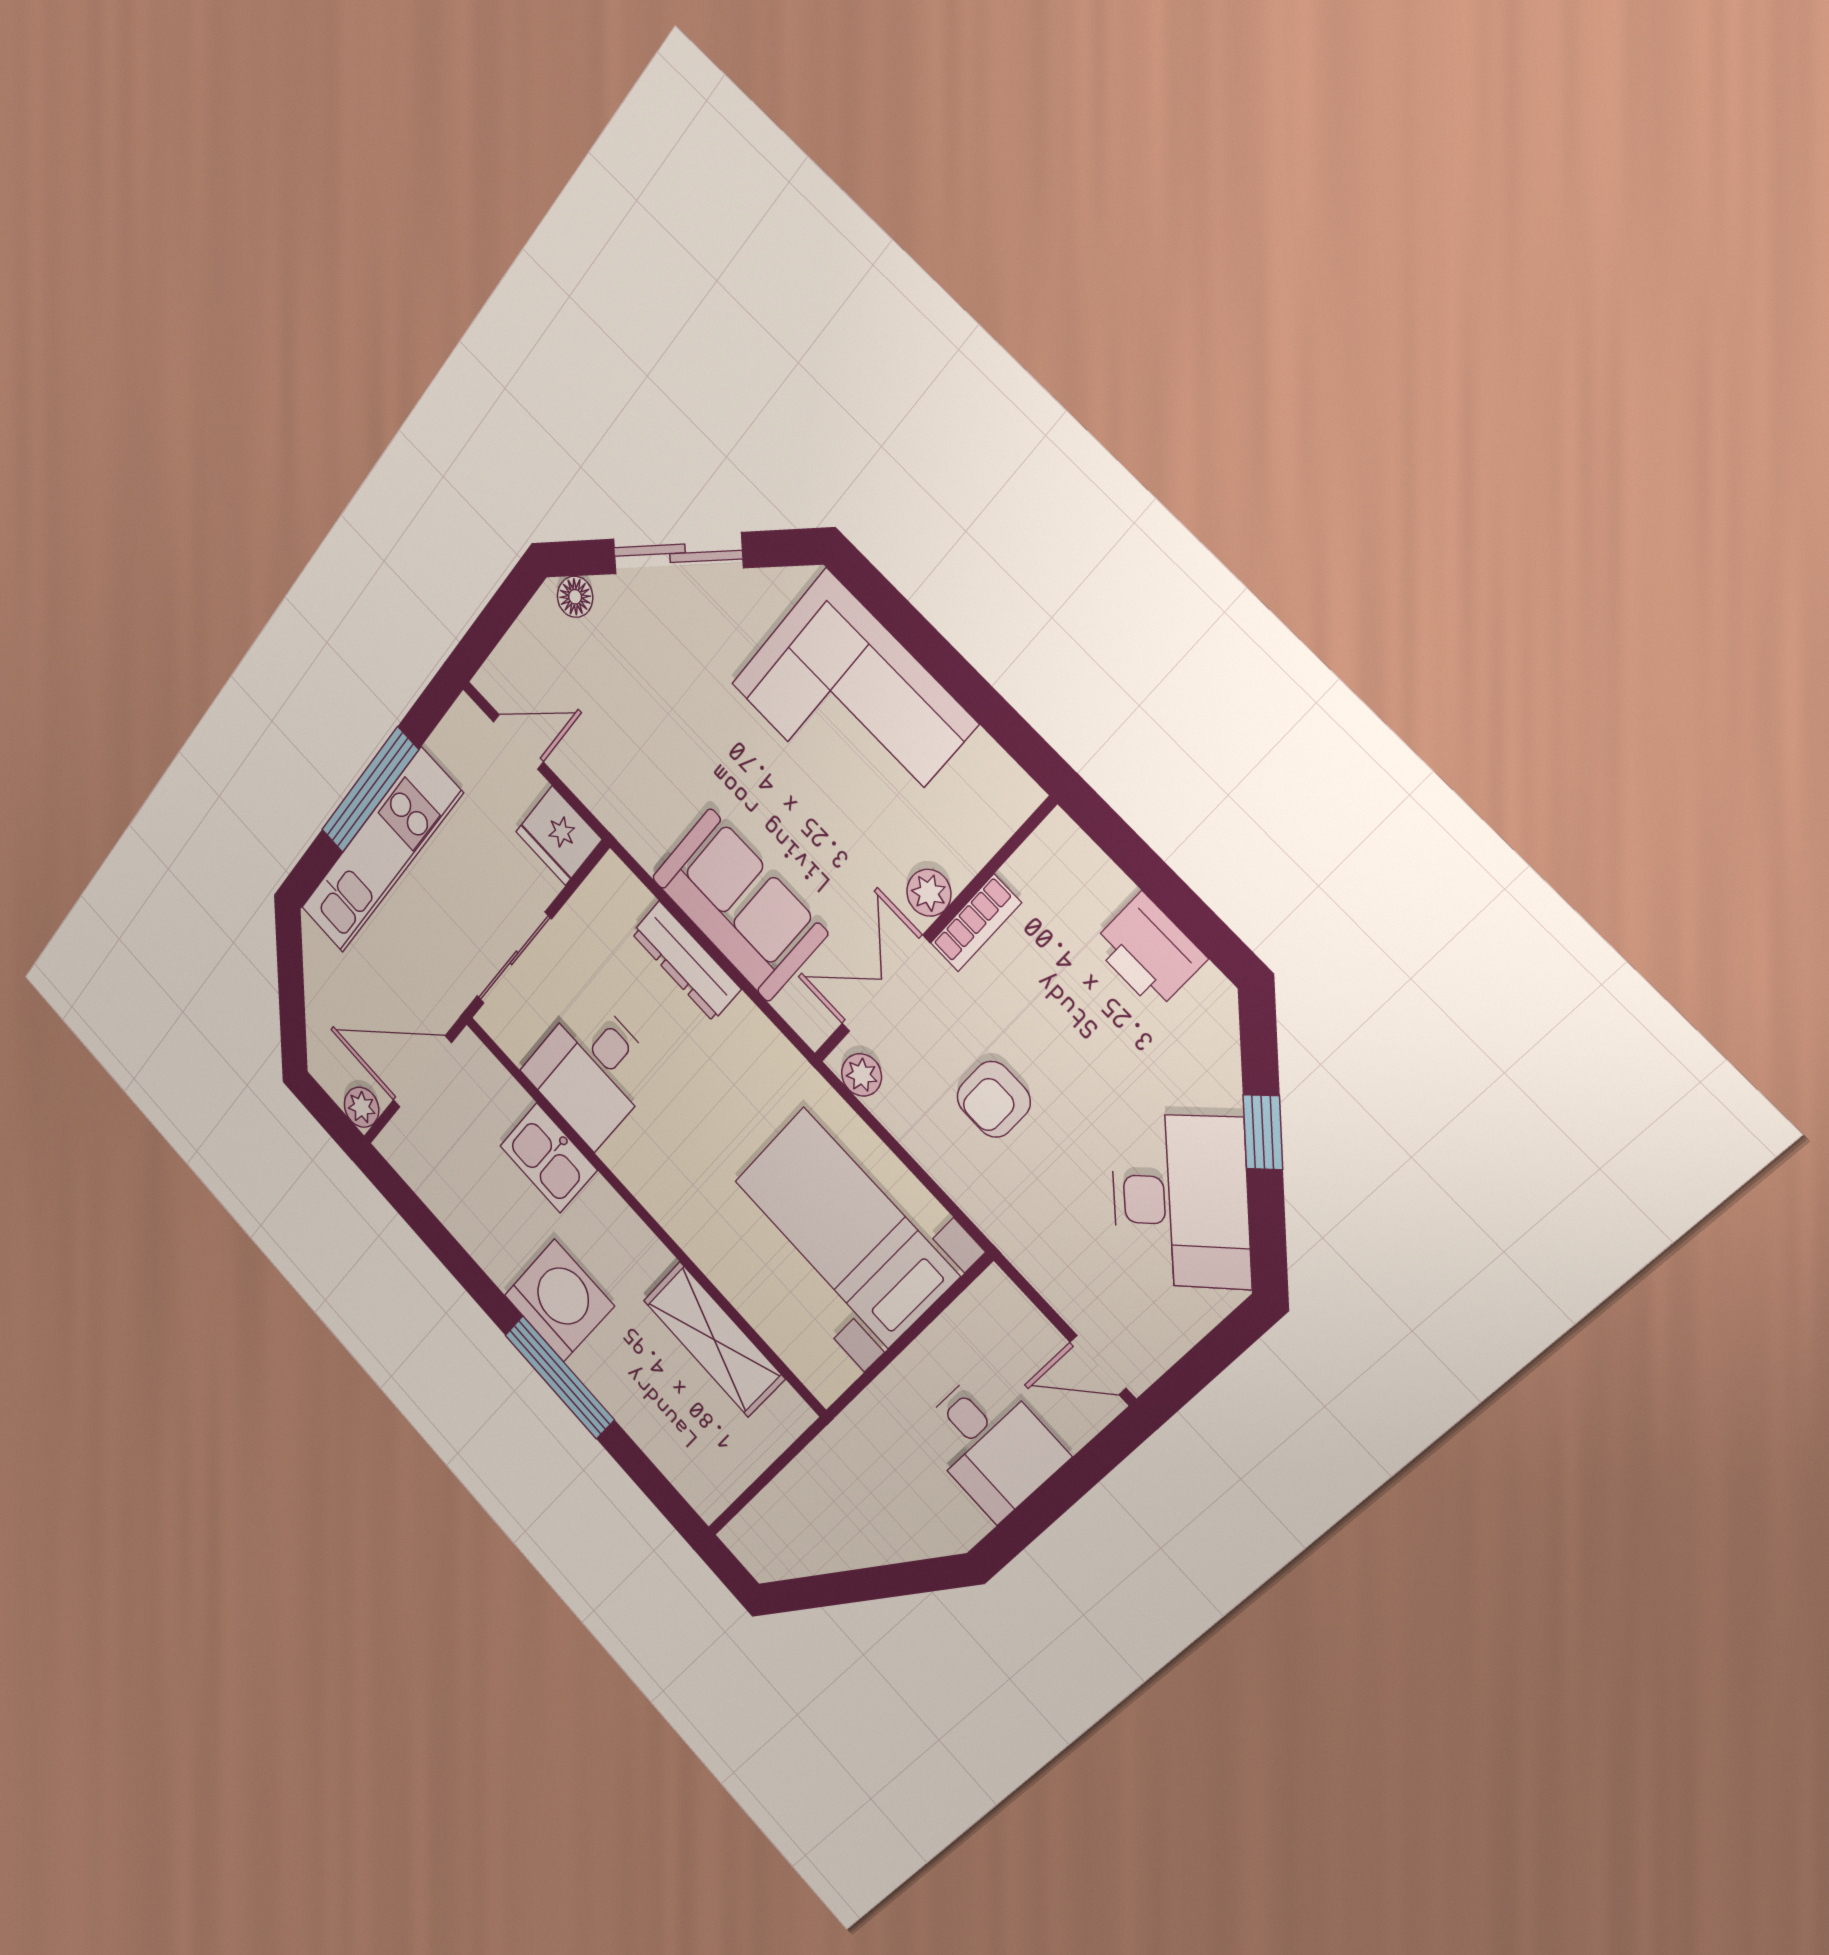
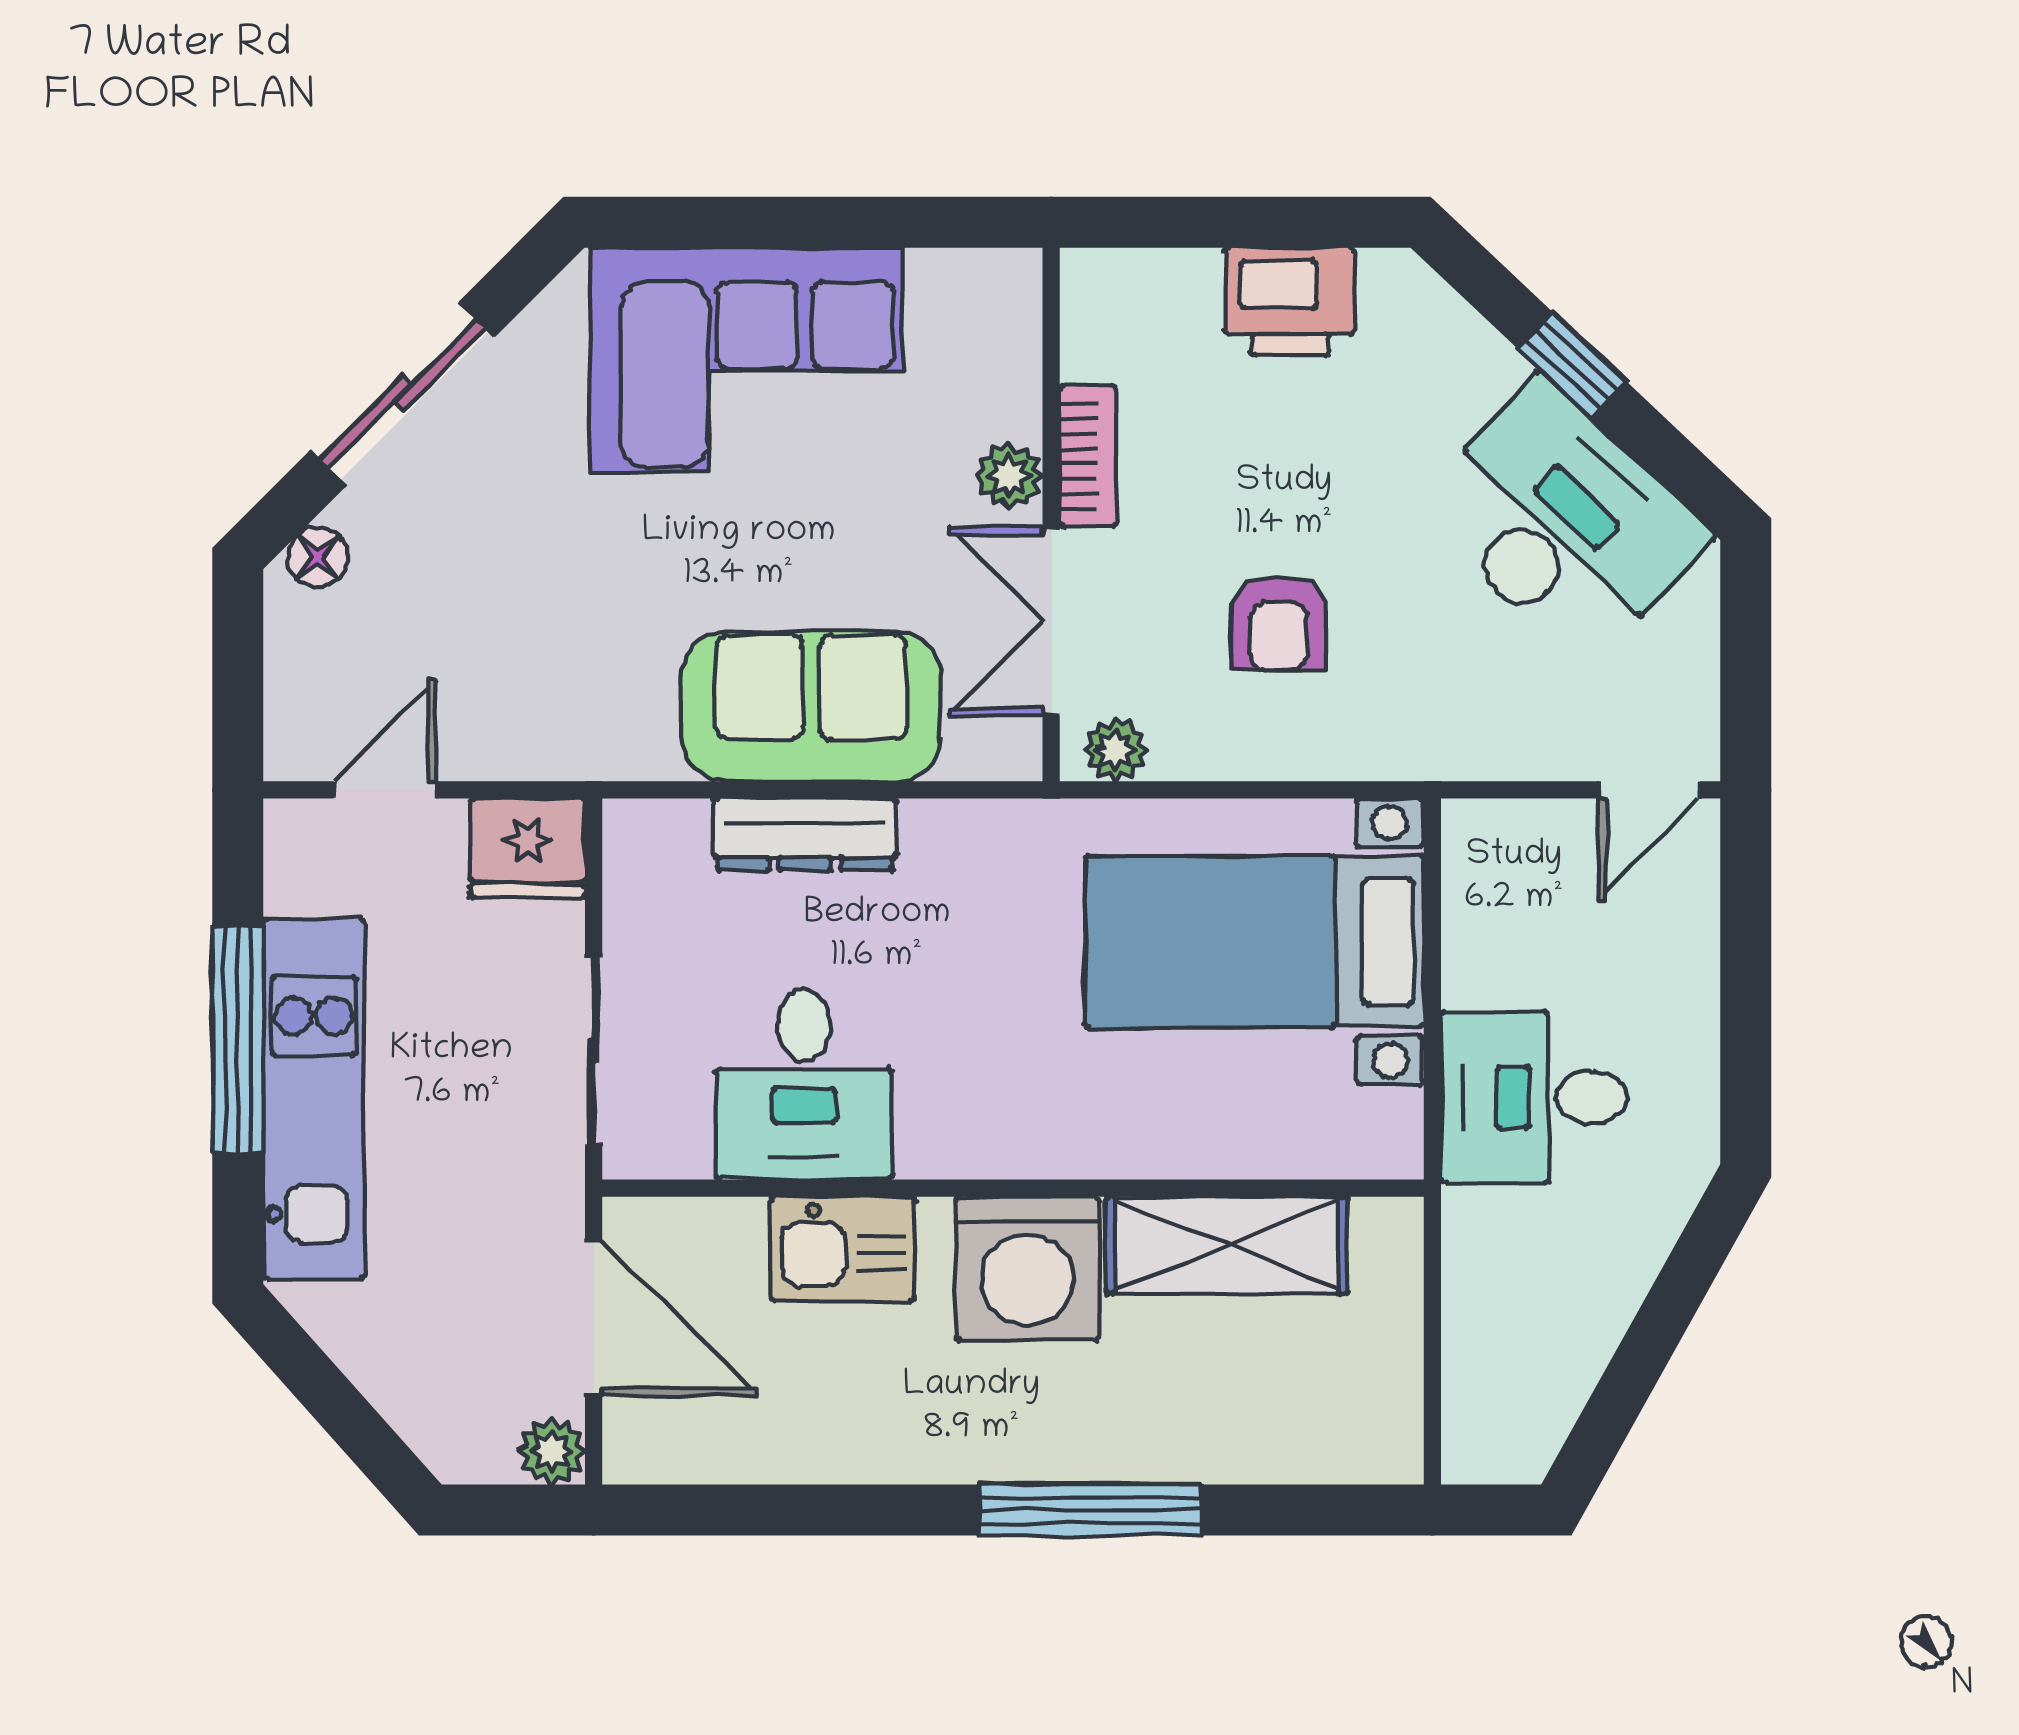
door: (422, 1072) -> (594, 1318), swing flipped
washing machine: (559, 1301) -> (1027, 1268), moved, turned 180
desk: (991, 1444) -> (1534, 1097), moved, turned 180

